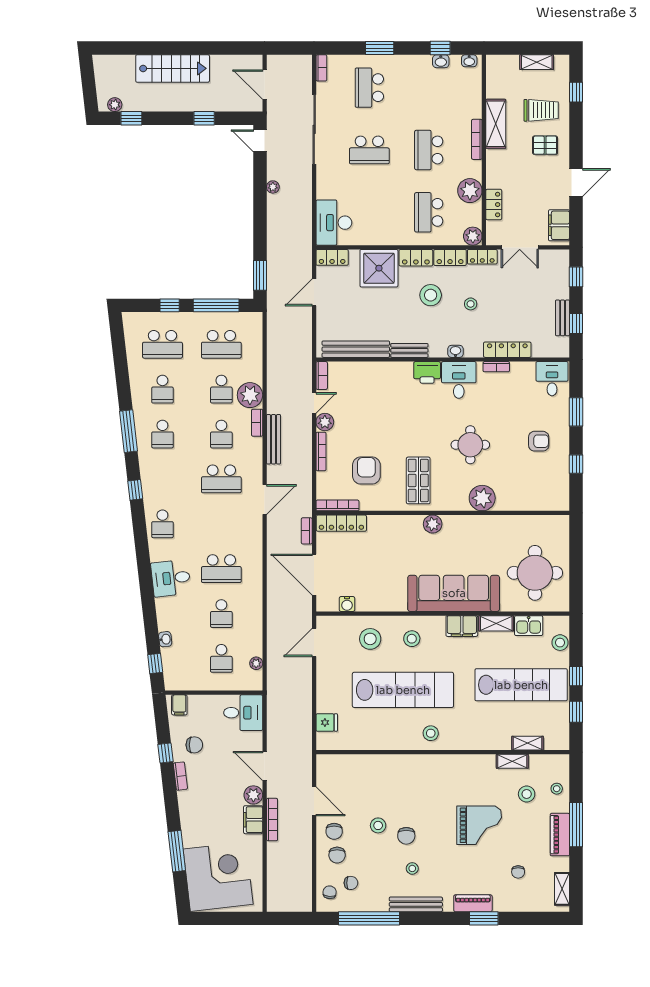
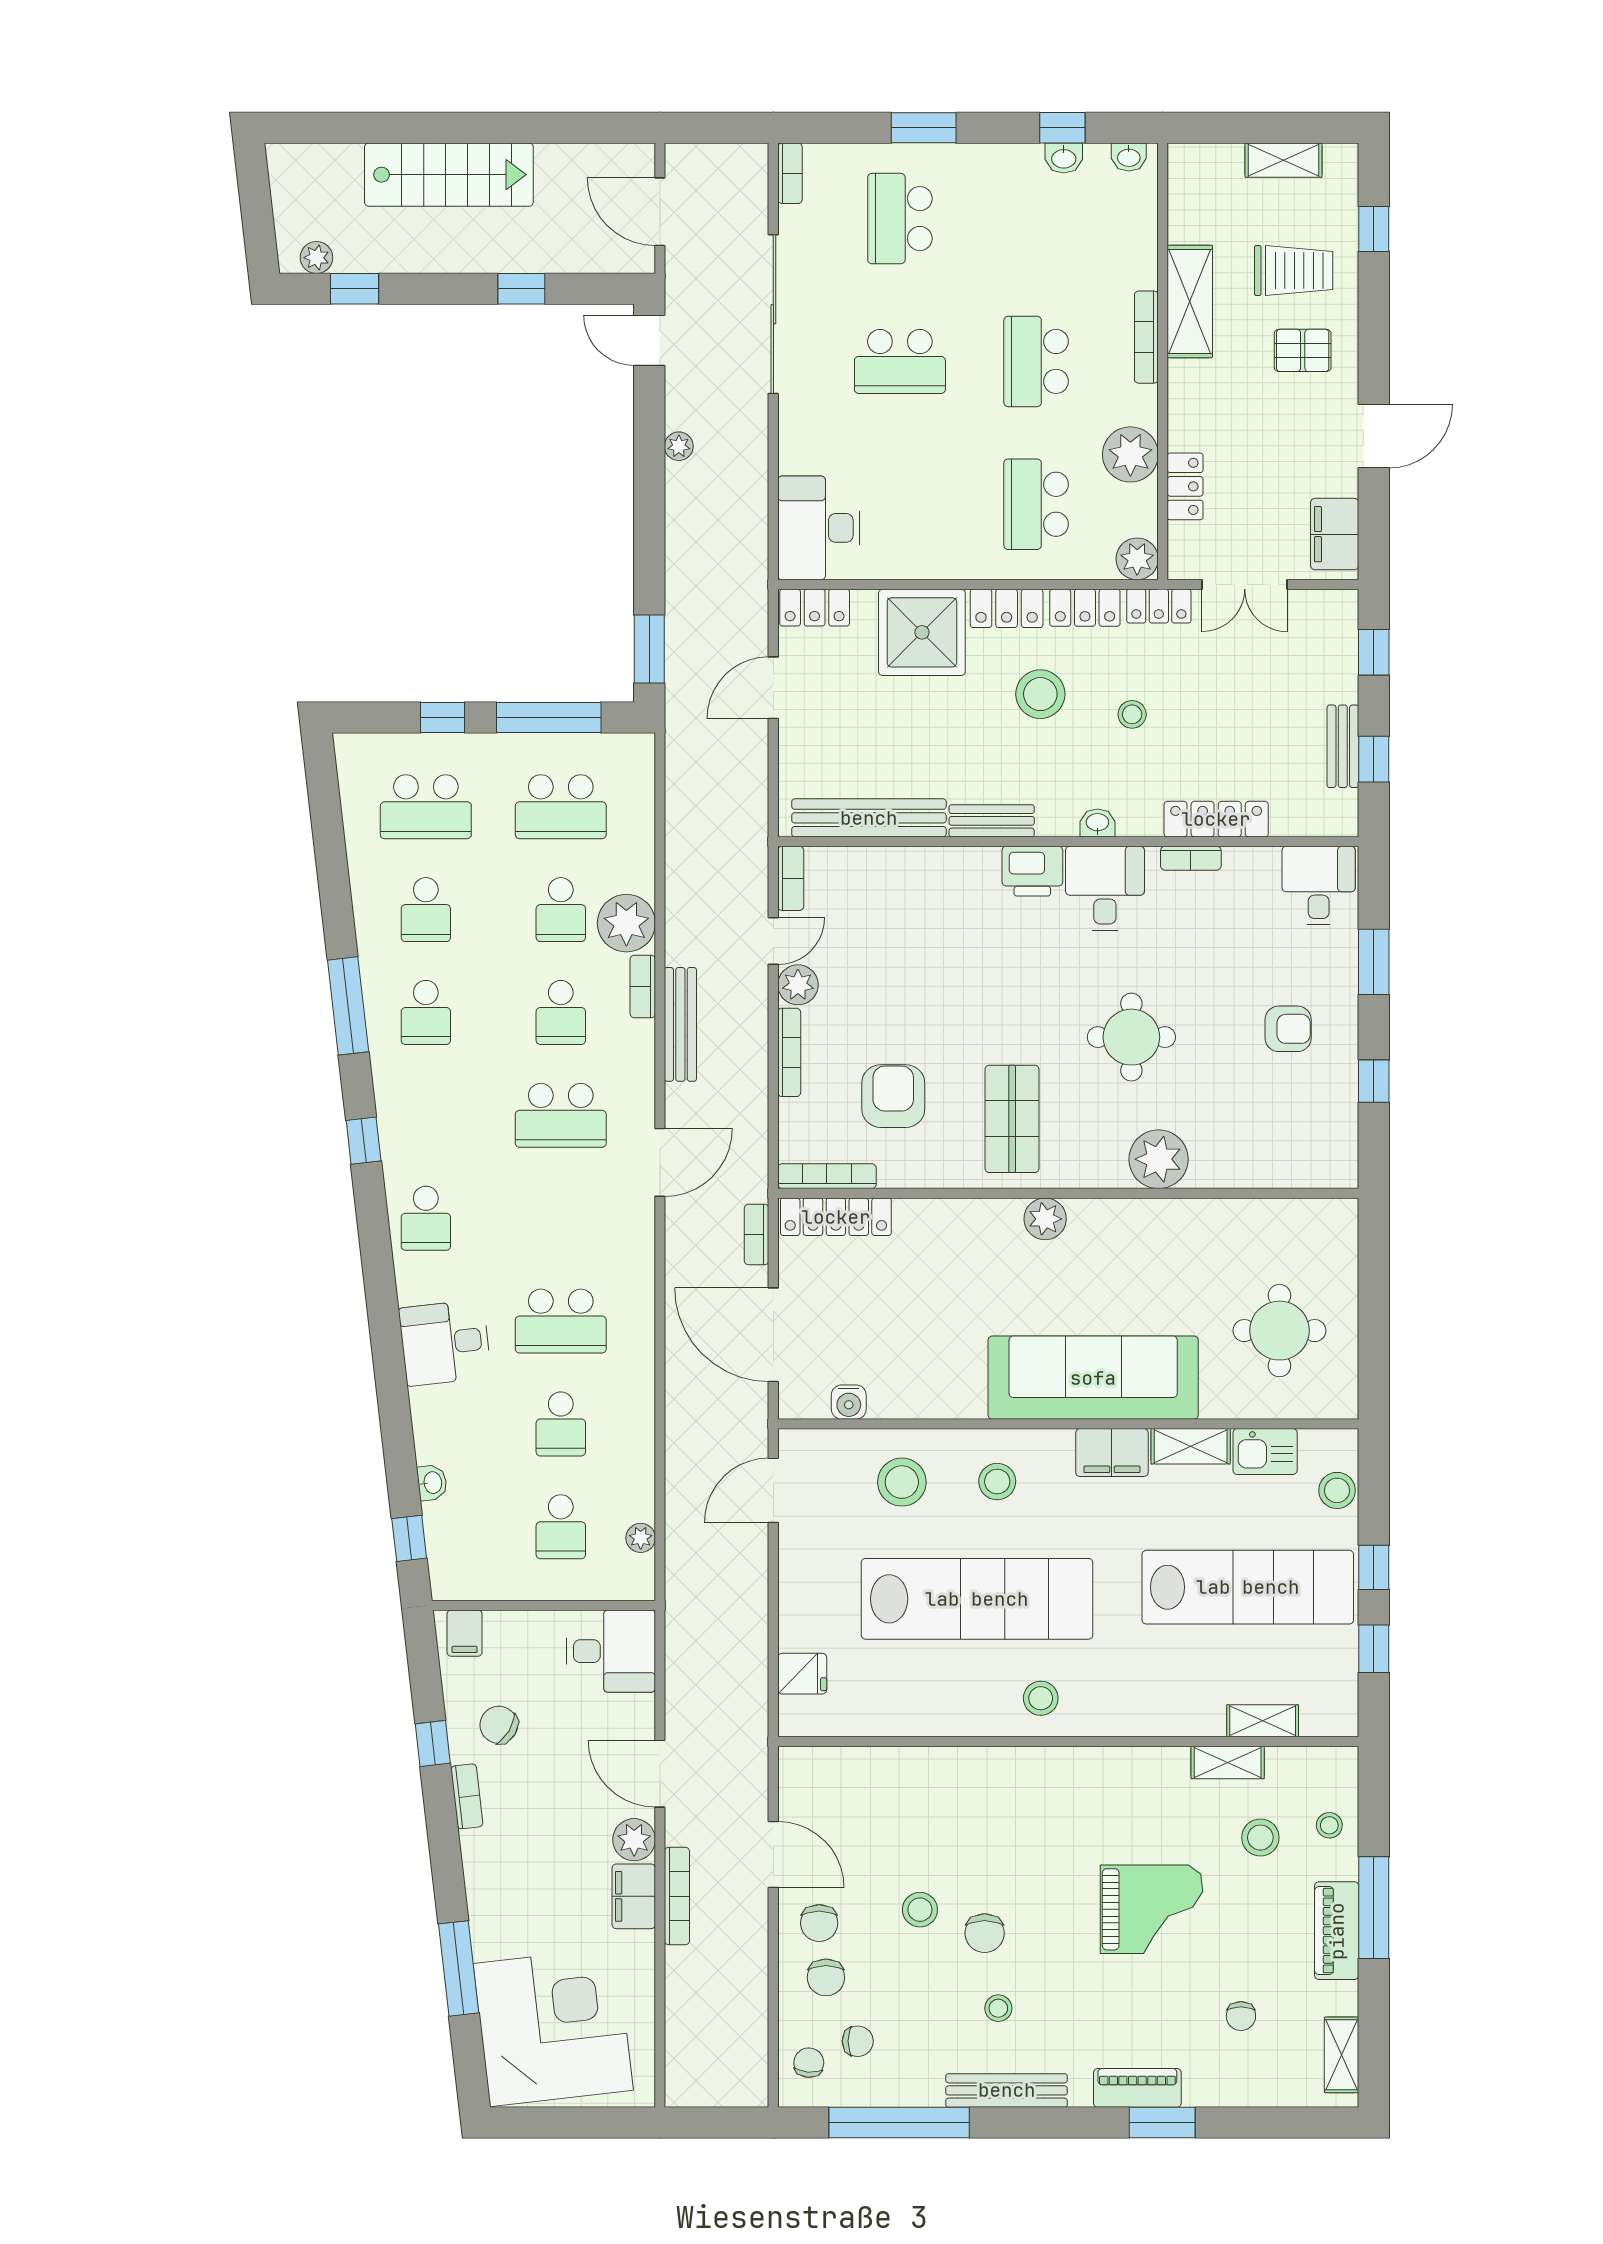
round table: (535, 573) -> (1279, 1331), width x0.73, depth x0.73
chair: (194, 745) -> (499, 1725), turned -149

